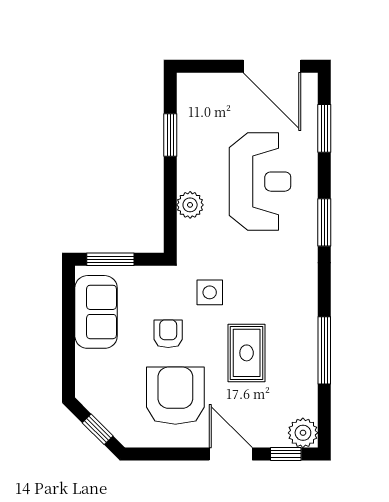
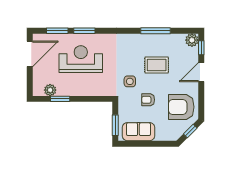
plant: (190, 205) -> (50, 90), moved
window: (324, 222) -> (84, 31), moved
armchair: (175, 396) -> (181, 107), moved

